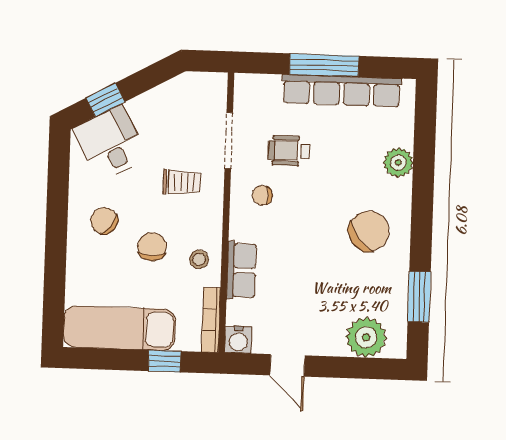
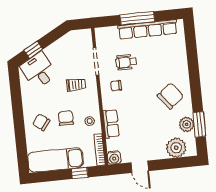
plant: (398, 162) -> (187, 124), moved
chair: (104, 221) -> (41, 122), moved

